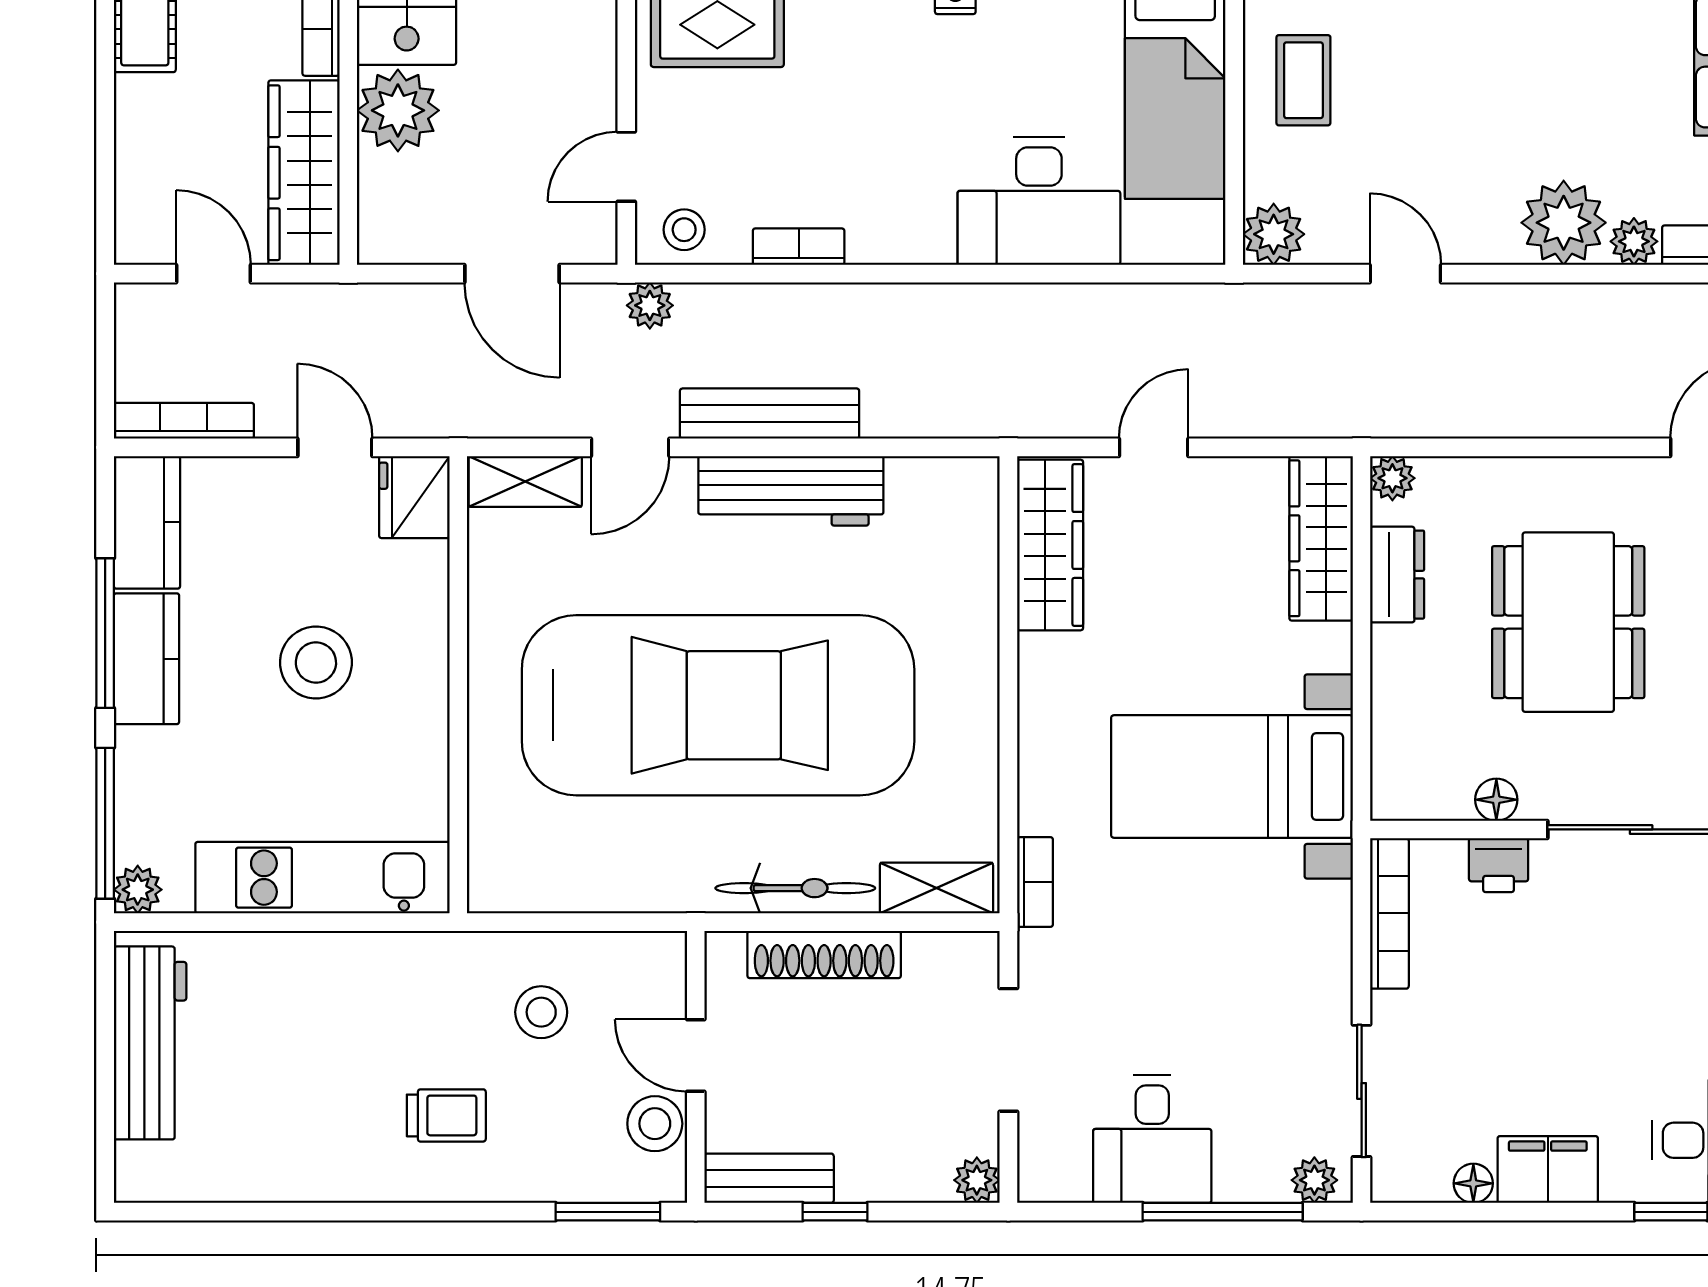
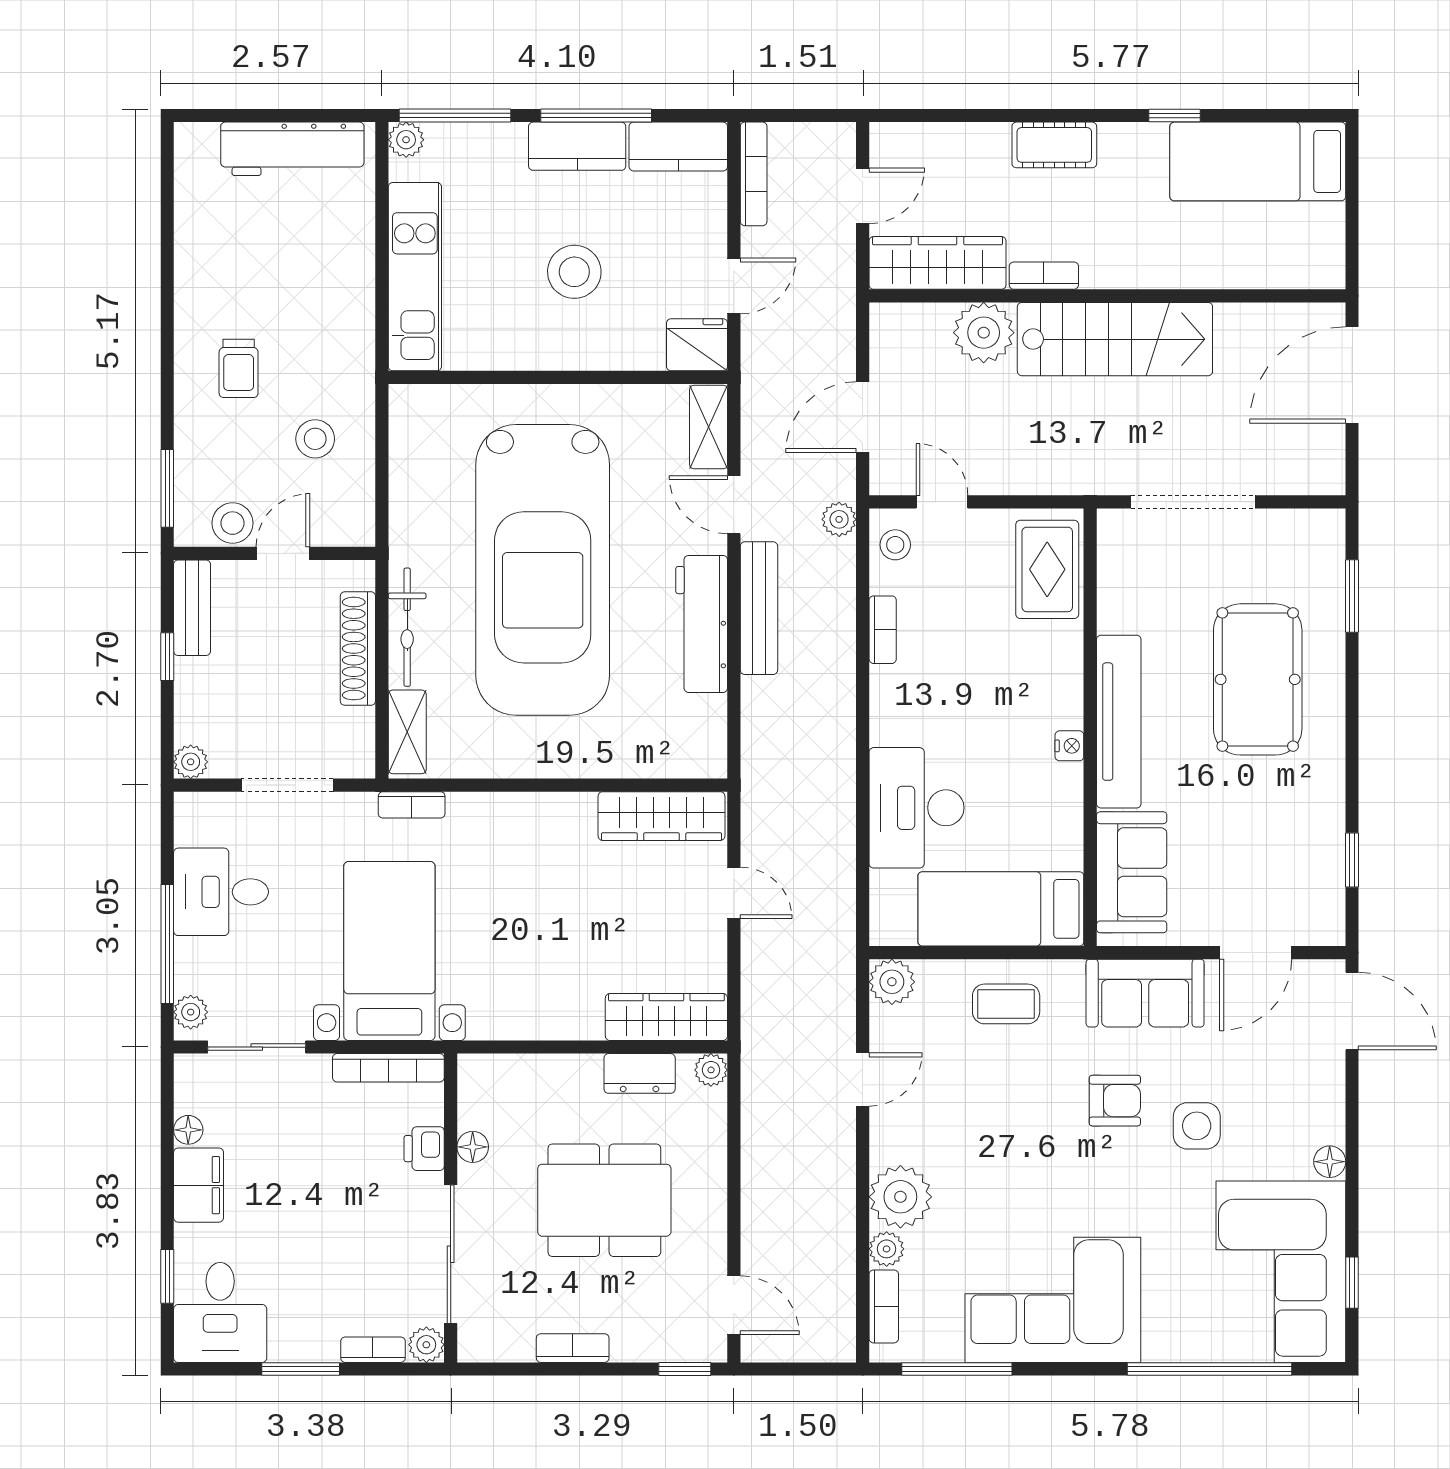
bed with nightstands: (1232, 776) -> (389, 951), moved

